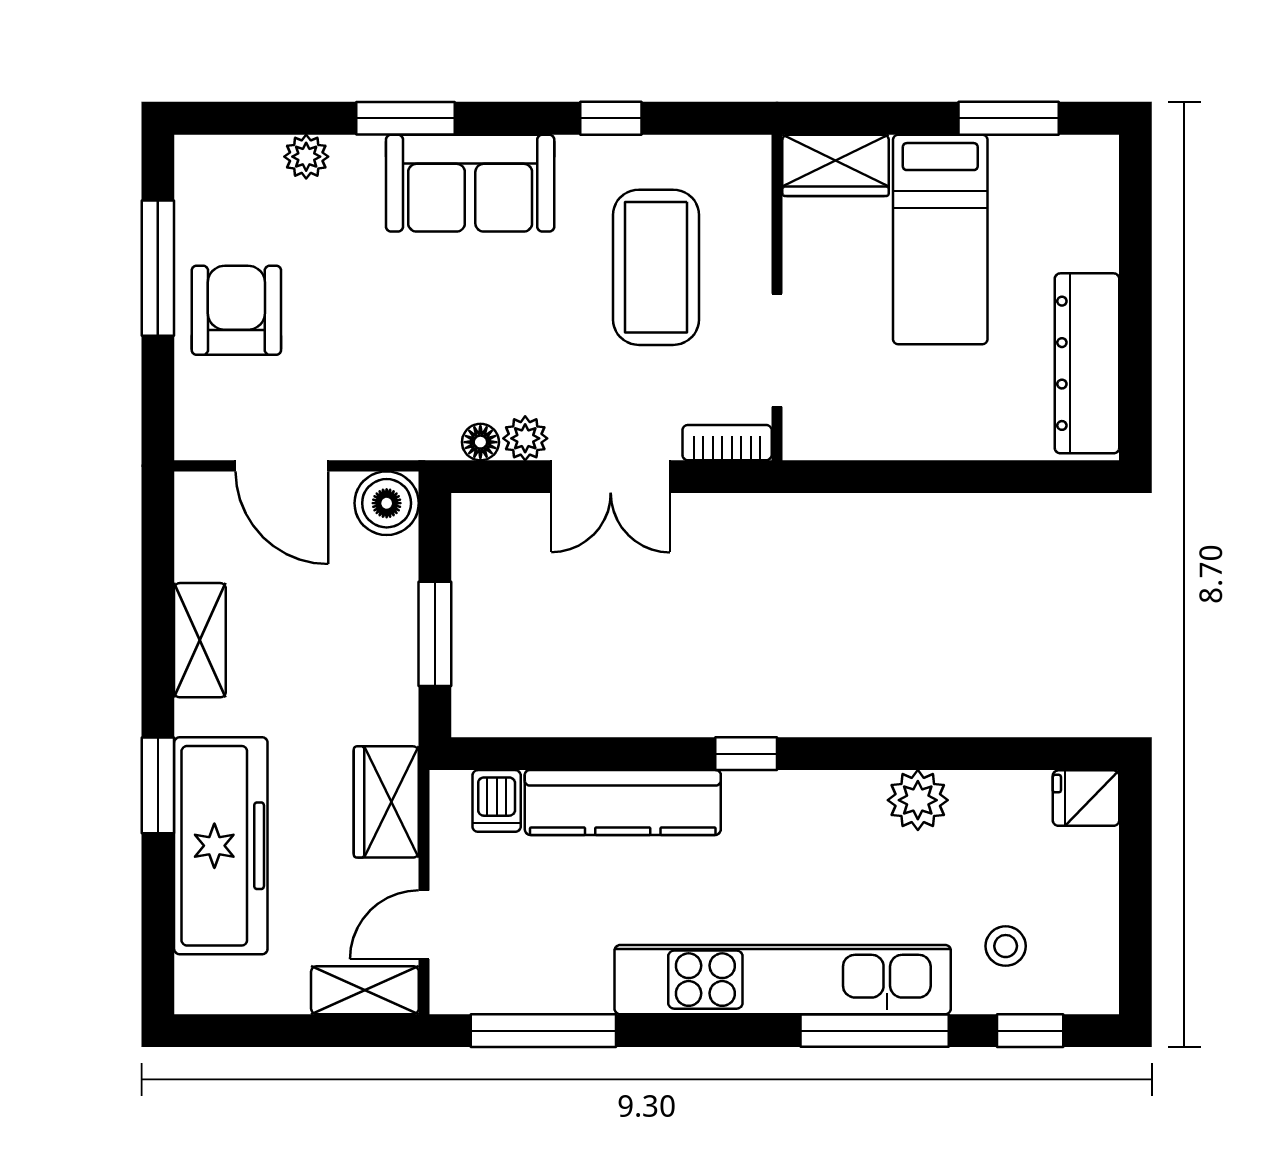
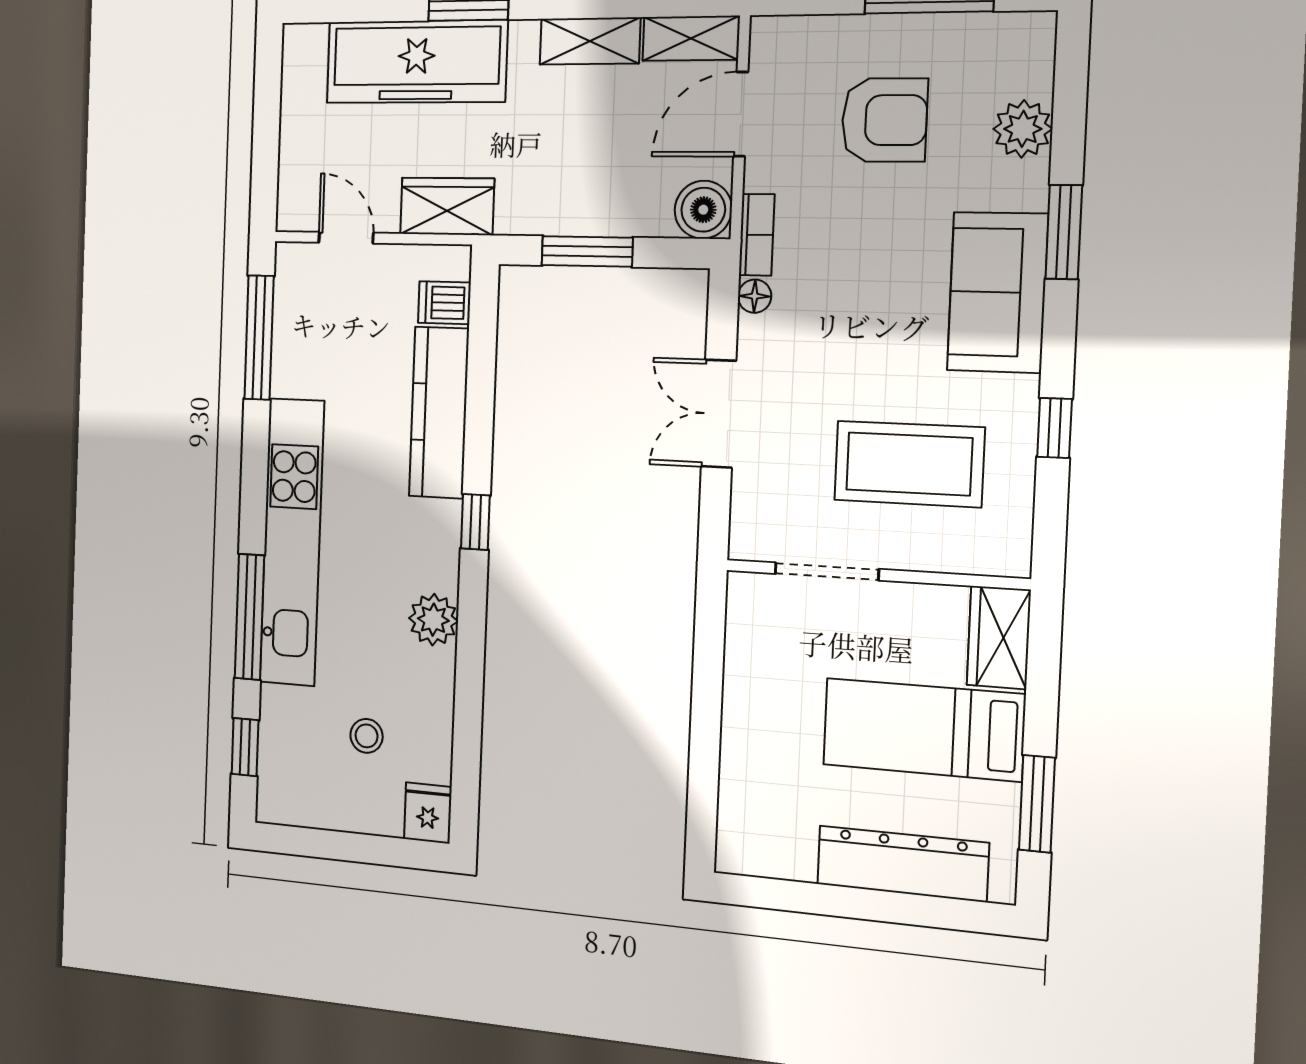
plant: (306, 157) -> (1023, 129), width x1.38, depth x1.38
armchair: (236, 310) -> (884, 120), moved
dresser: (1087, 363) -> (902, 864), moved
plant: (525, 438) -> (756, 337), removed
bookcase: (727, 443) -> (757, 235), moved
plant: (918, 800) -> (433, 620), moved
stool: (1006, 946) -> (367, 736), moved
shelving: (365, 990) -> (691, 38), moved, turned 90

